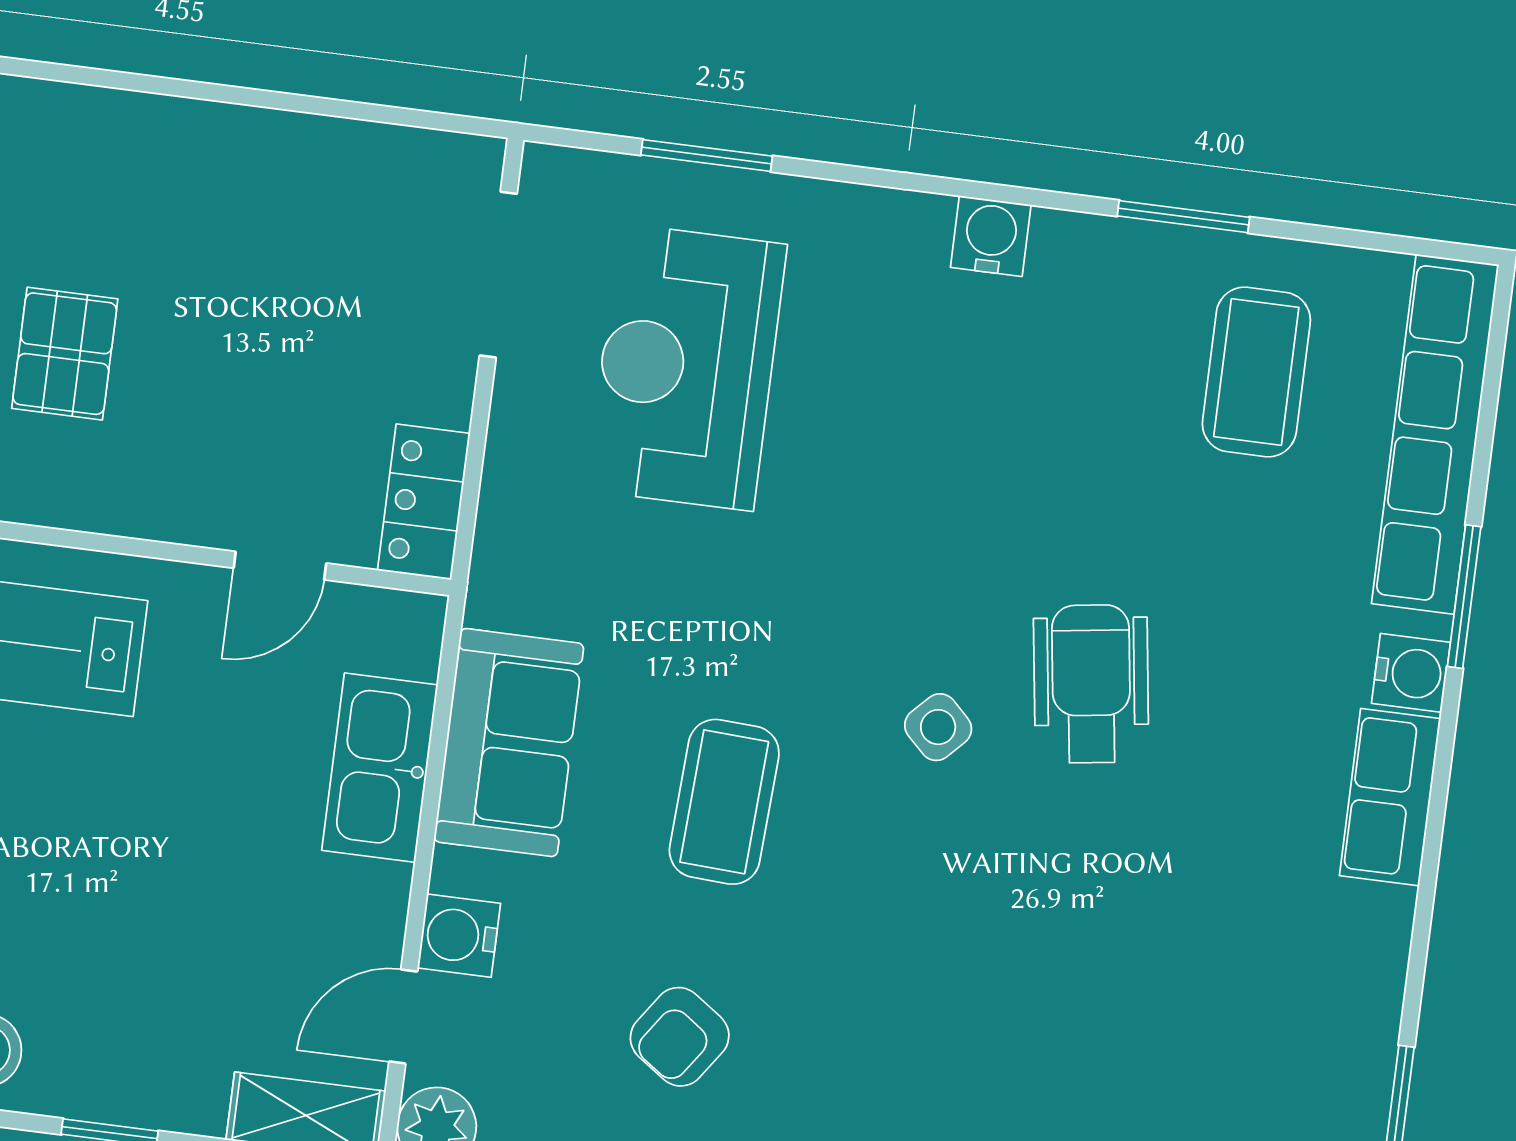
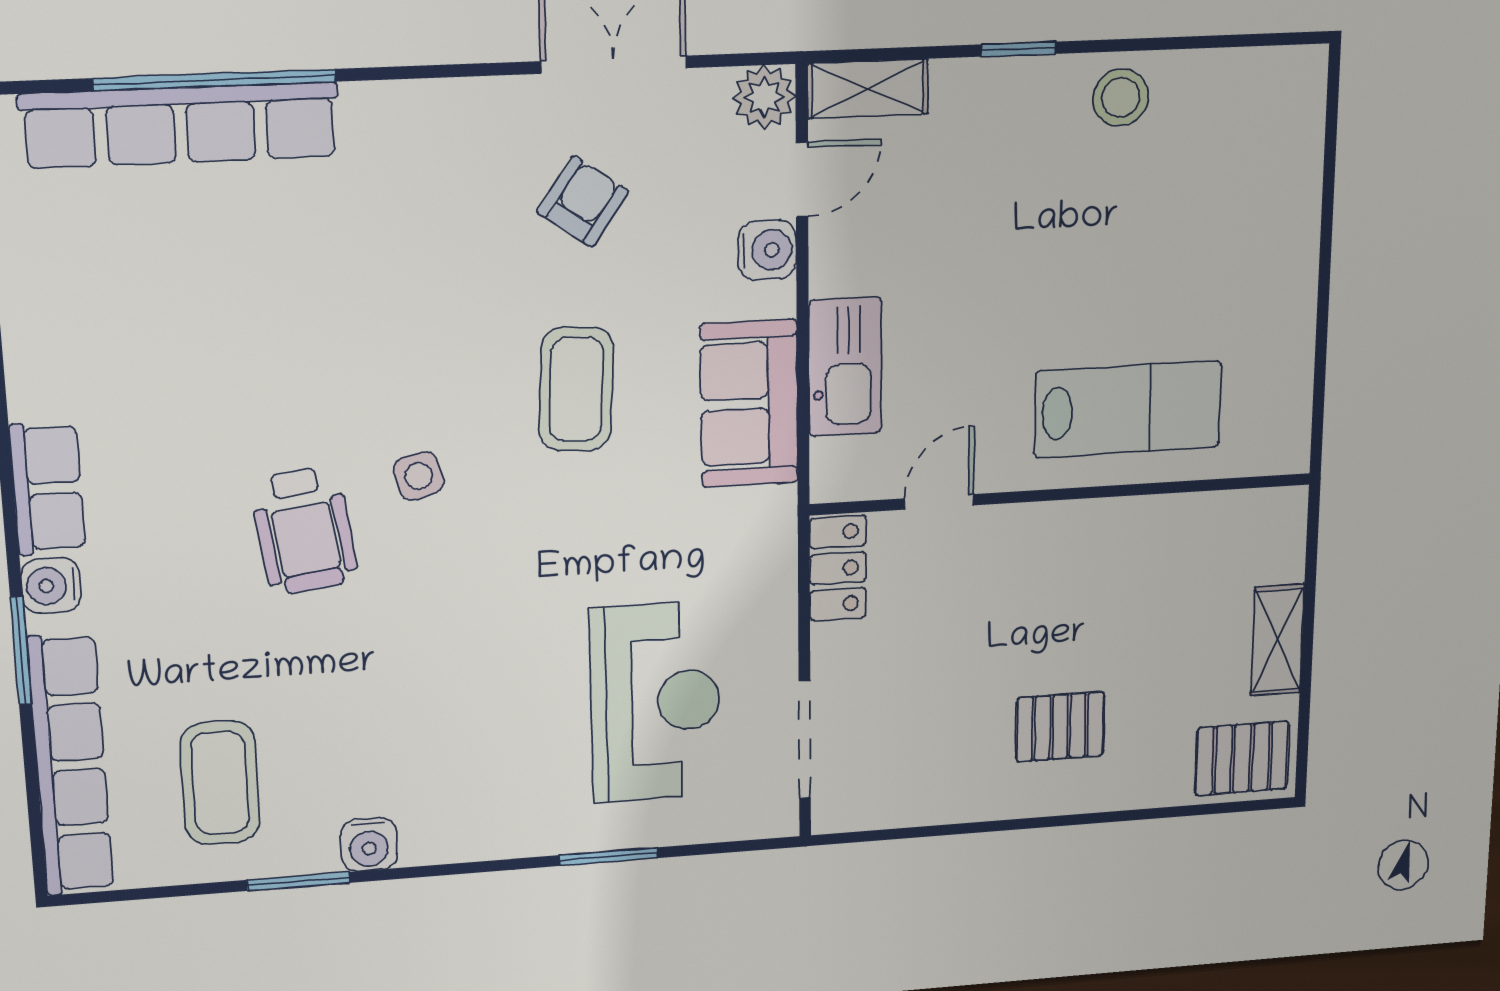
window: (707, 156) -> (608, 857), moved
water cooler: (991, 236) -> (369, 845), moved
pallet: (65, 354) -> (1060, 727), moved, turned 90
side table: (938, 727) -> (418, 476), turned 30

